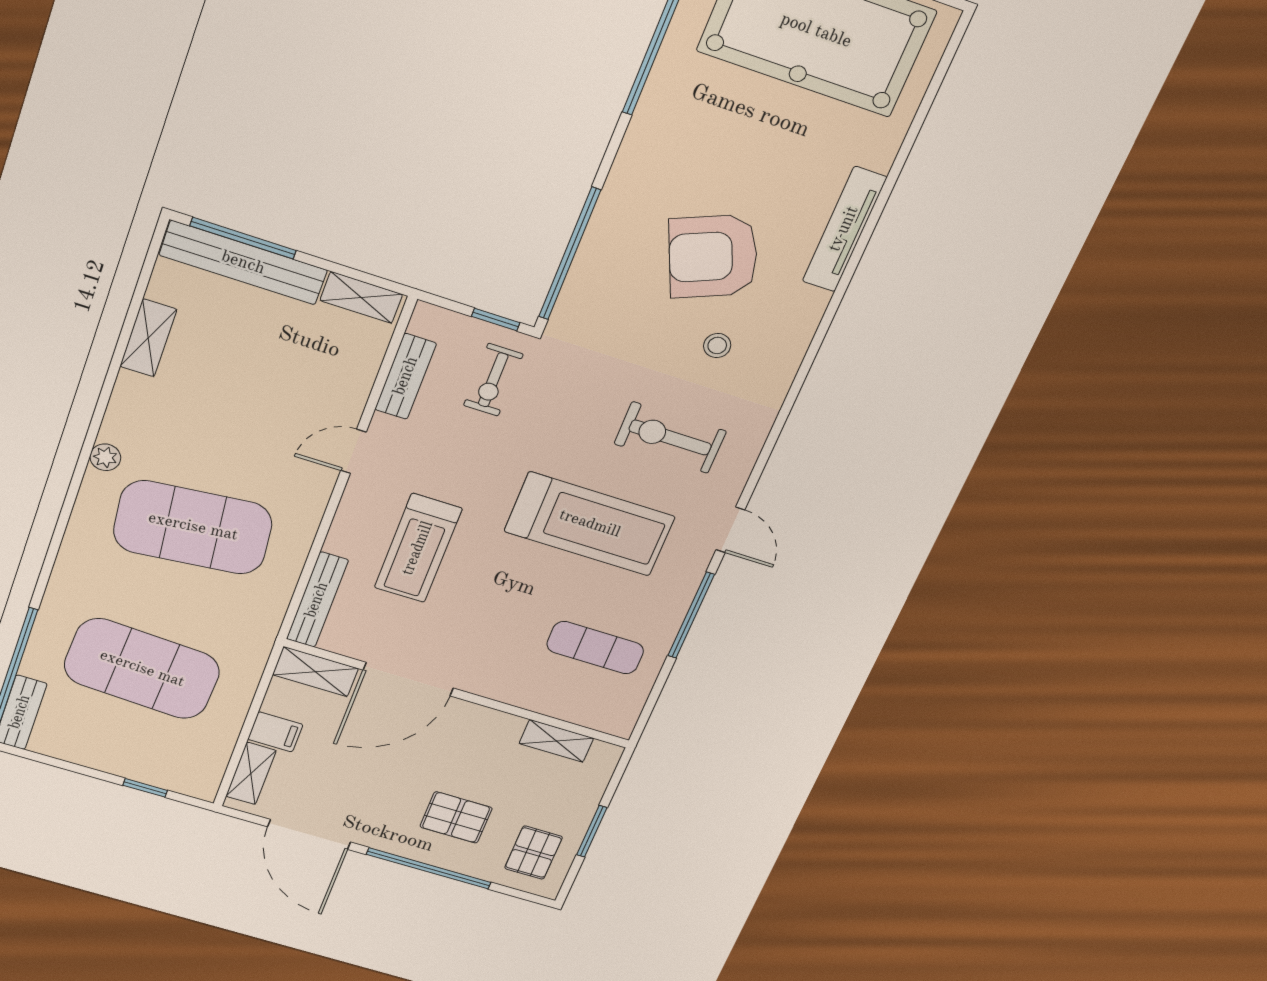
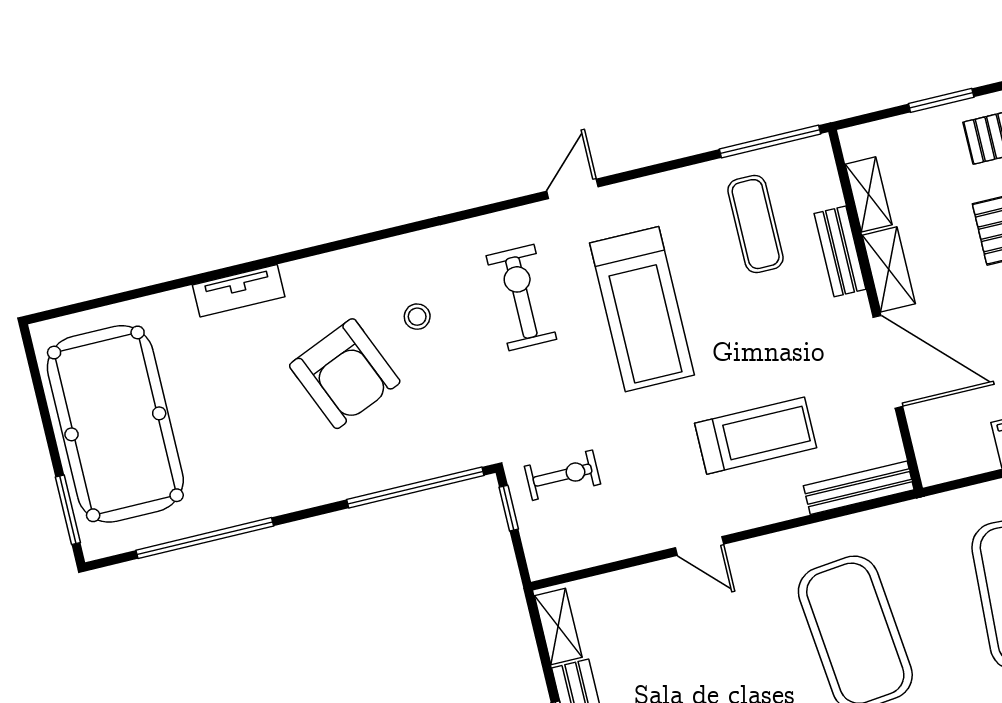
tv unit: (844, 229) -> (239, 291), width x0.71
bench: (406, 376) -> (840, 251), moved, turned 90
exercise bike: (670, 438) -> (521, 298), turned 180
treadmill: (590, 524) -> (642, 309), turned 180
window: (691, 615) -> (770, 141), moved
shelving: (316, 672) -> (889, 269), moved

